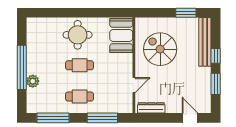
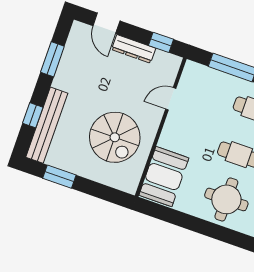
window: (216, 56) -> (33, 115), moved
dresser: (151, 108) -> (134, 49), moved
window: (152, 118) -> (161, 42), added

